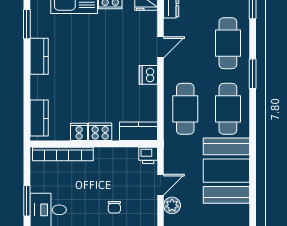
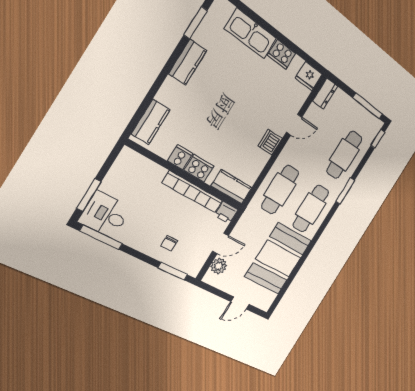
bookcase: (63, 154) -> (193, 192), moved

